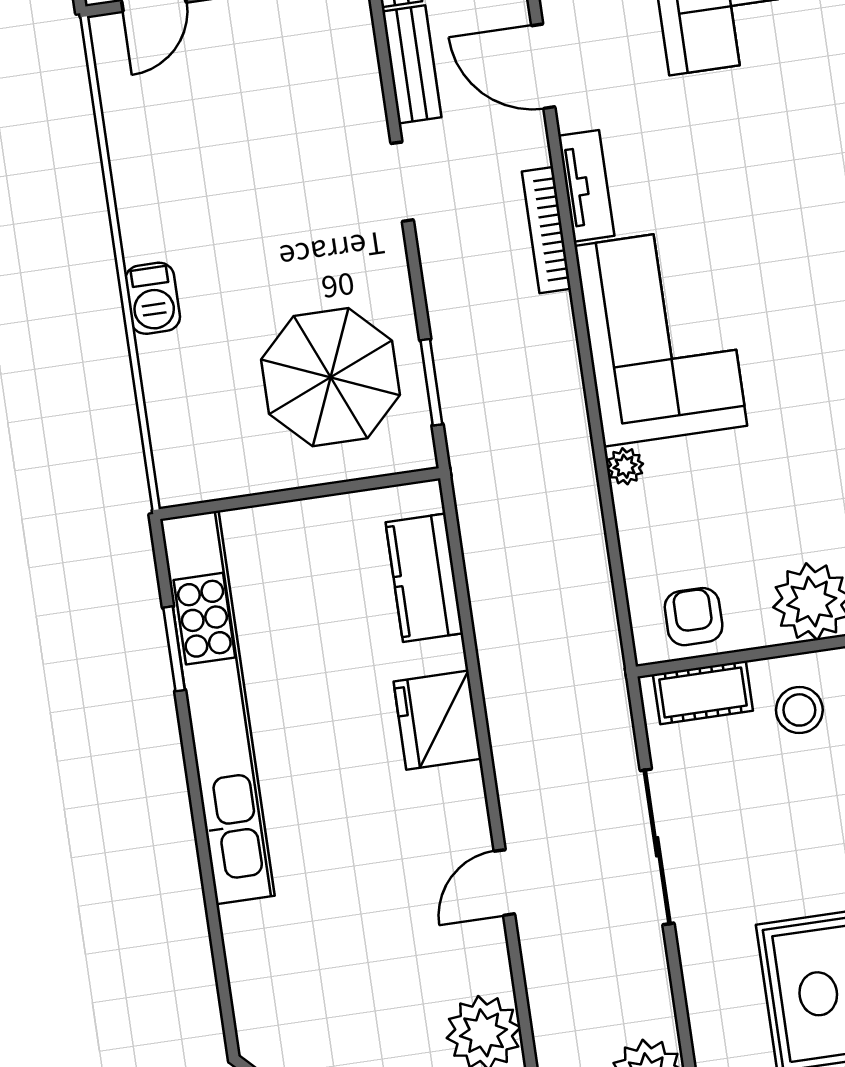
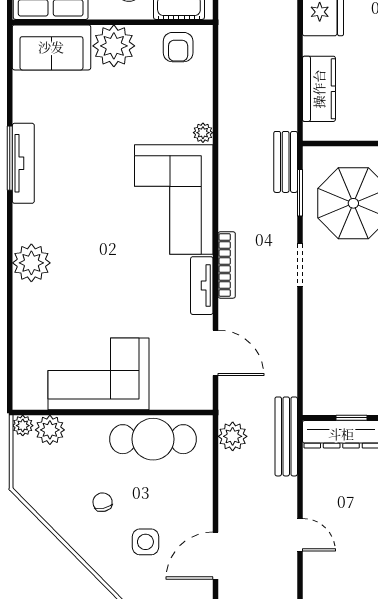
bench: (412, 64) -> (286, 162), moved
doorway: (402, 182) -> (300, 265), moved

